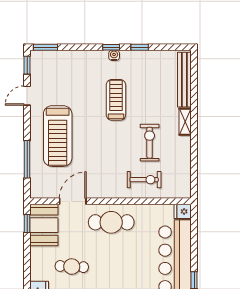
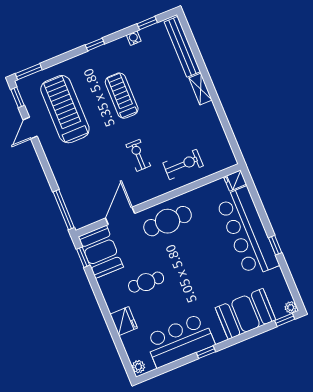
window: (140, 47) -> (147, 23), moved
water cooler: (114, 55) -> (134, 38), moved
treadmill: (58, 136) -> (65, 109), moved, turned 180
exercise bike: (150, 143) -> (138, 155), moved, width x0.73, depth x0.72
window: (27, 159) -> (64, 210), moved

